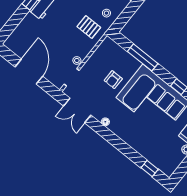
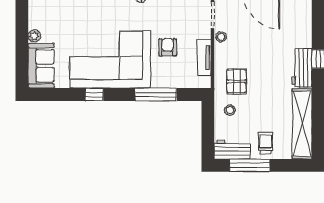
pallet: (89, 27) -> (237, 81), turned 90
tv unit: (97, 56) -> (204, 58), added

